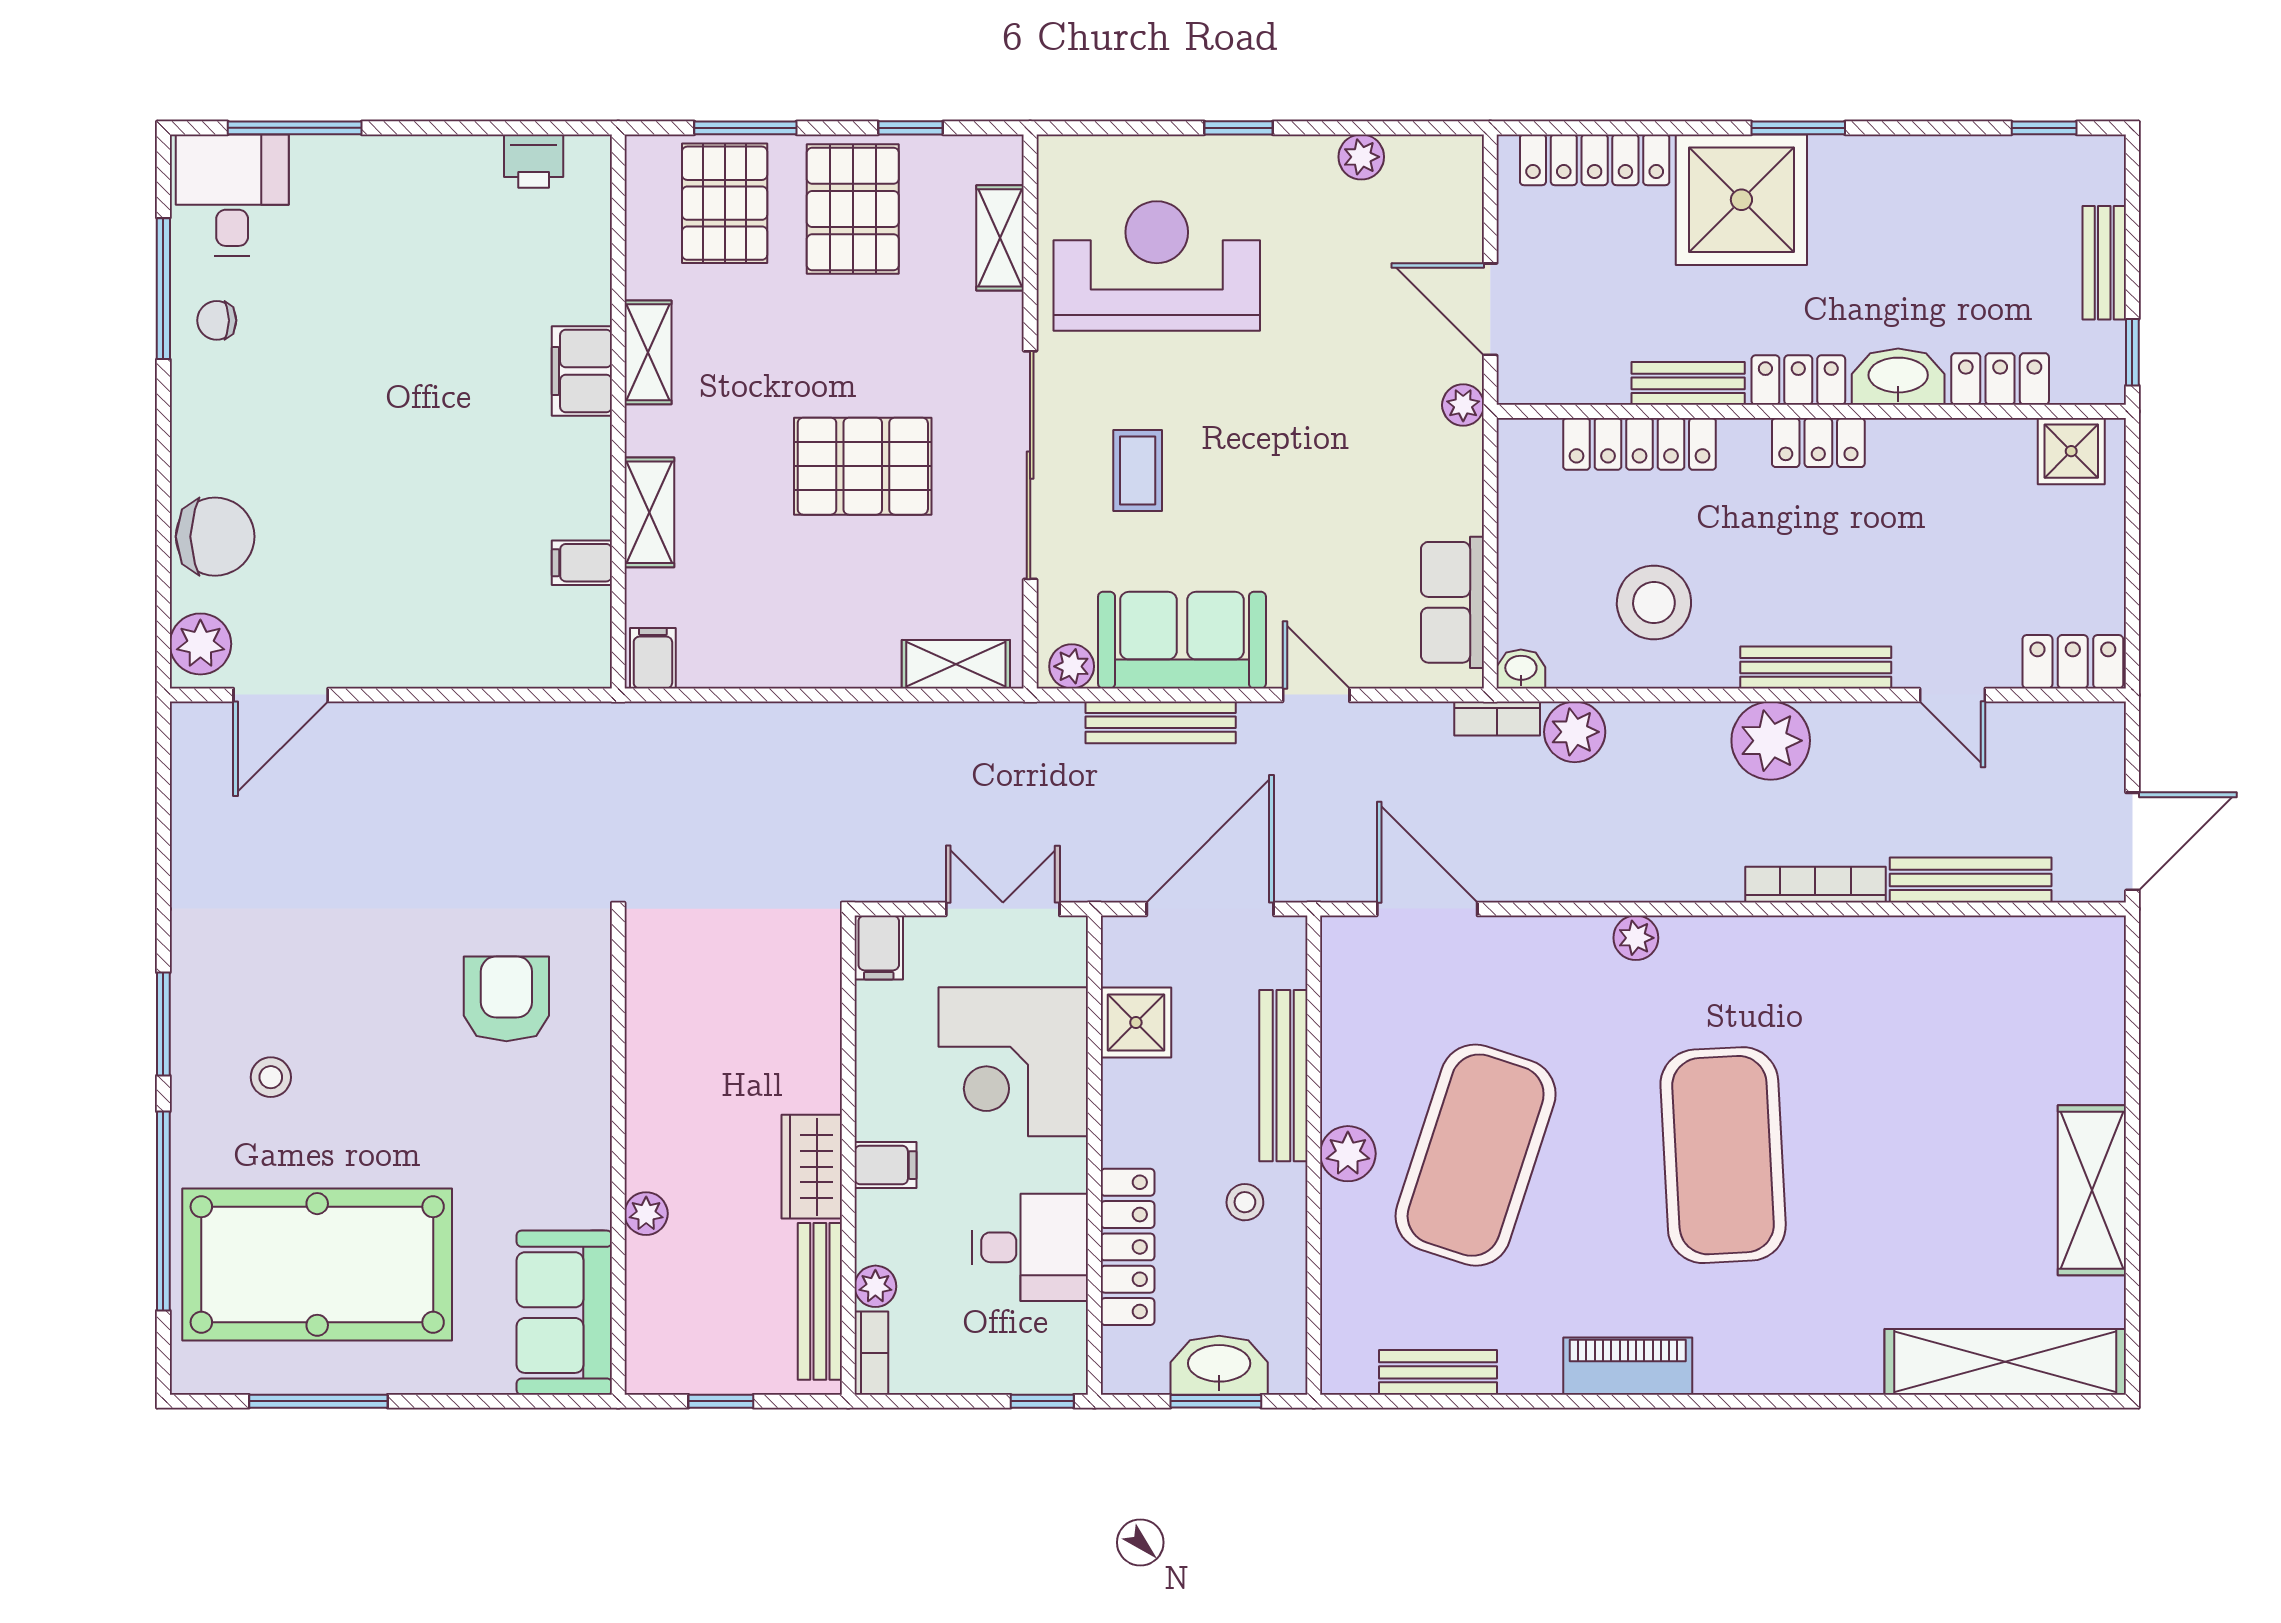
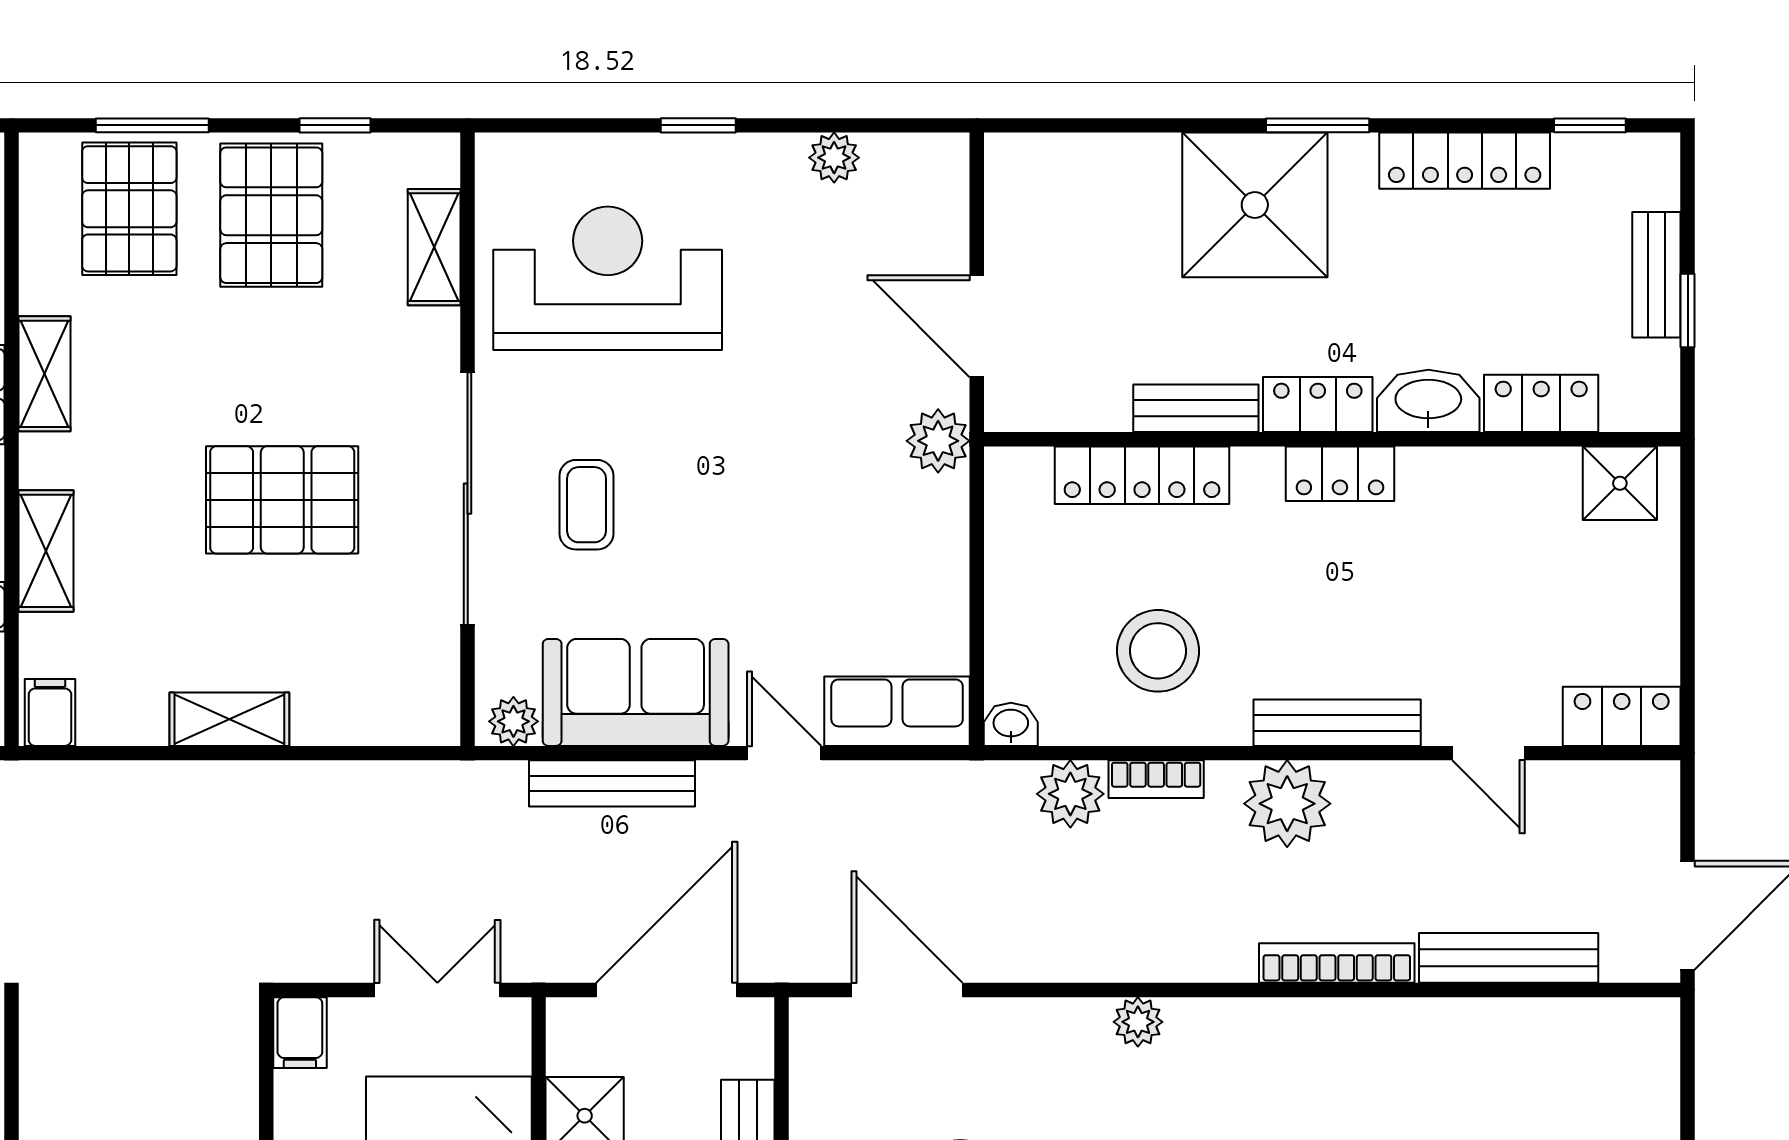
locker: (1595, 160) -> (1465, 161), moved
window: (2132, 352) -> (1688, 311), moved
plant: (1463, 405) -> (938, 441), width x1.38, depth x1.38
row of seats: (1452, 602) -> (897, 711), moved, turned 90
shelving: (956, 664) -> (229, 719), moved
bookcase: (1497, 719) -> (1156, 779), moved

